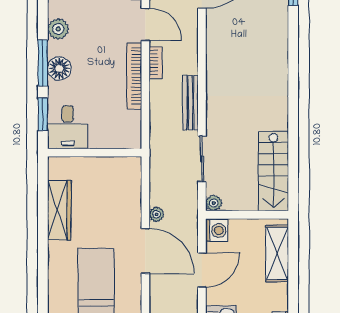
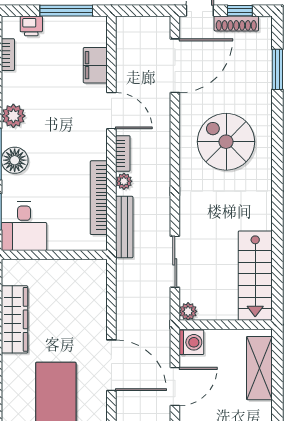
spiral stairs: (247, 52) -> (226, 142), added
bookcase: (134, 76) -> (99, 198), moved
bench: (190, 103) -> (124, 227), moved
plant: (157, 214) -> (124, 181), moved

